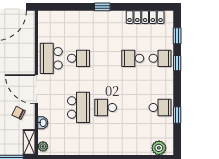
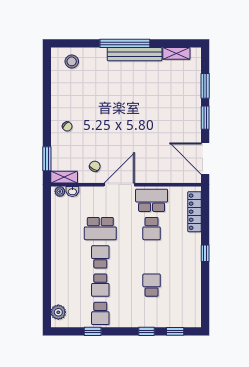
locker: (145, 17) -> (194, 212), moved
school desk: (160, 58) -> (100, 285), moved
washbasin: (43, 123) -> (72, 191), moved

